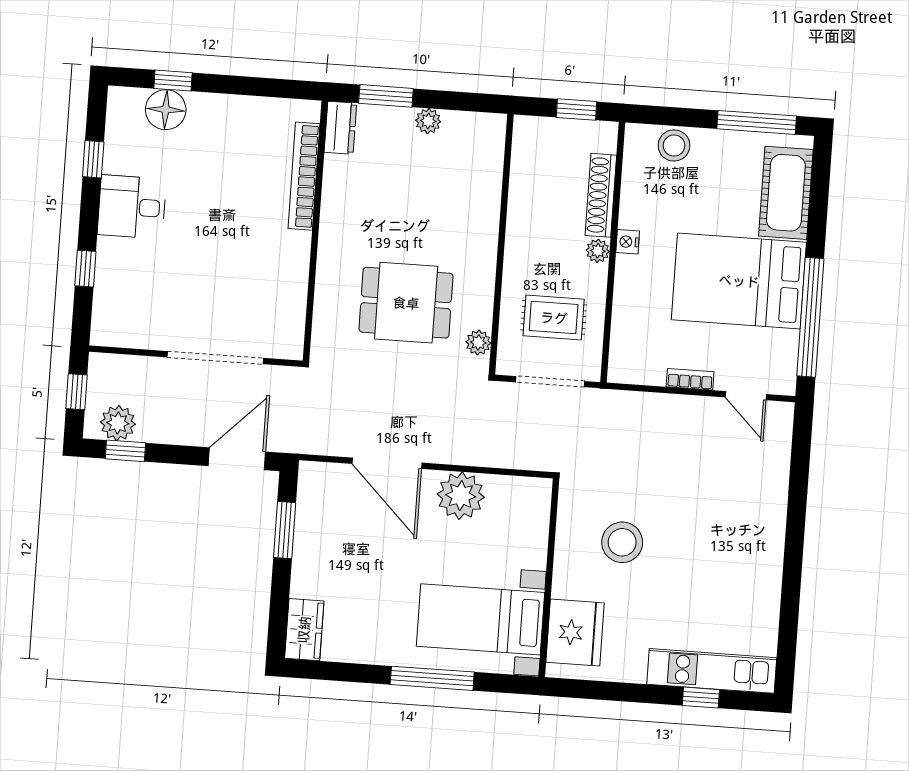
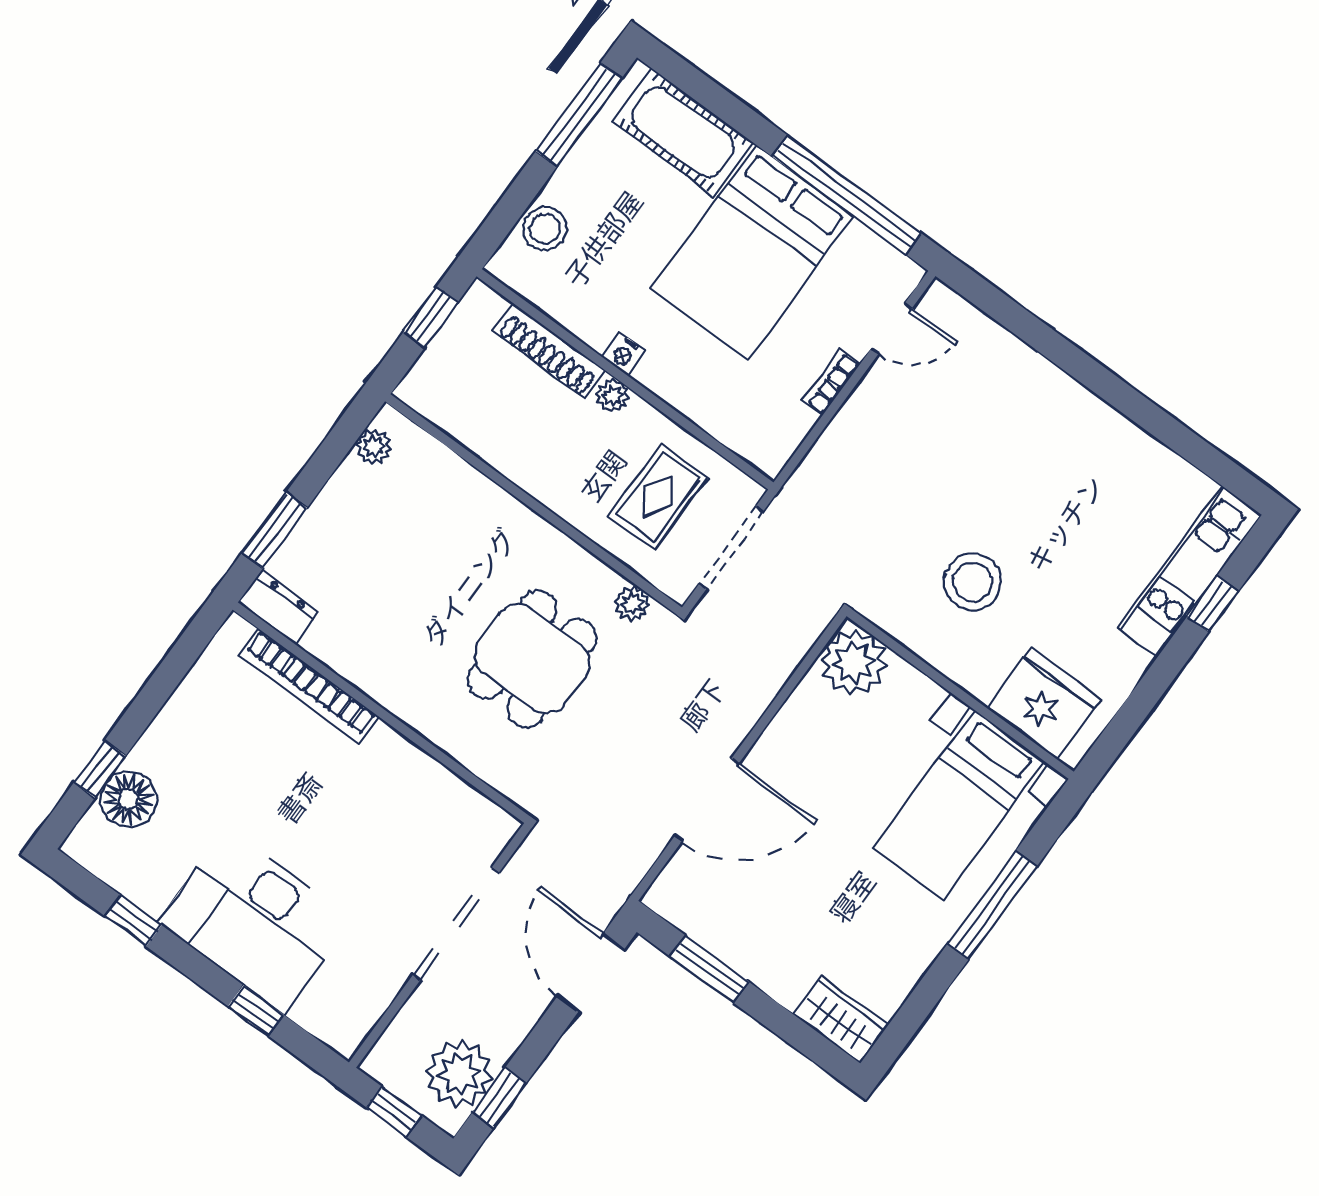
plant: (428, 121) -> (374, 447), moved
desk: (132, 207) -> (255, 921), width x1.87, depth x1.30
plant: (118, 423) -> (459, 1074), width x1.36, depth x1.36
plant: (461, 496) -> (854, 662), moved

